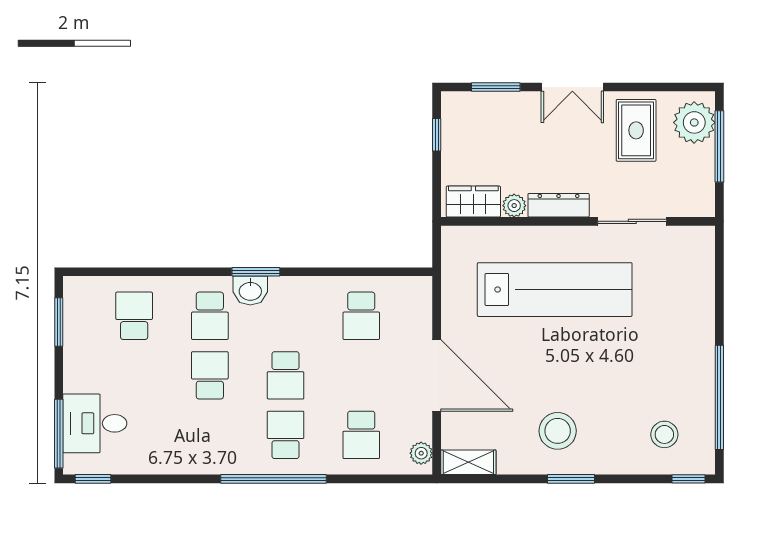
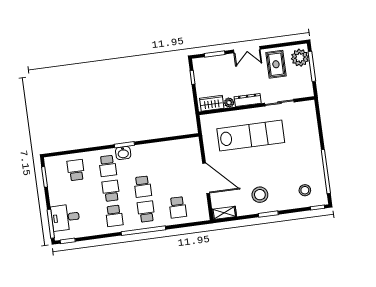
school desk: (361, 316) -> (114, 216), moved
plant: (421, 453) -> (204, 212), removed

